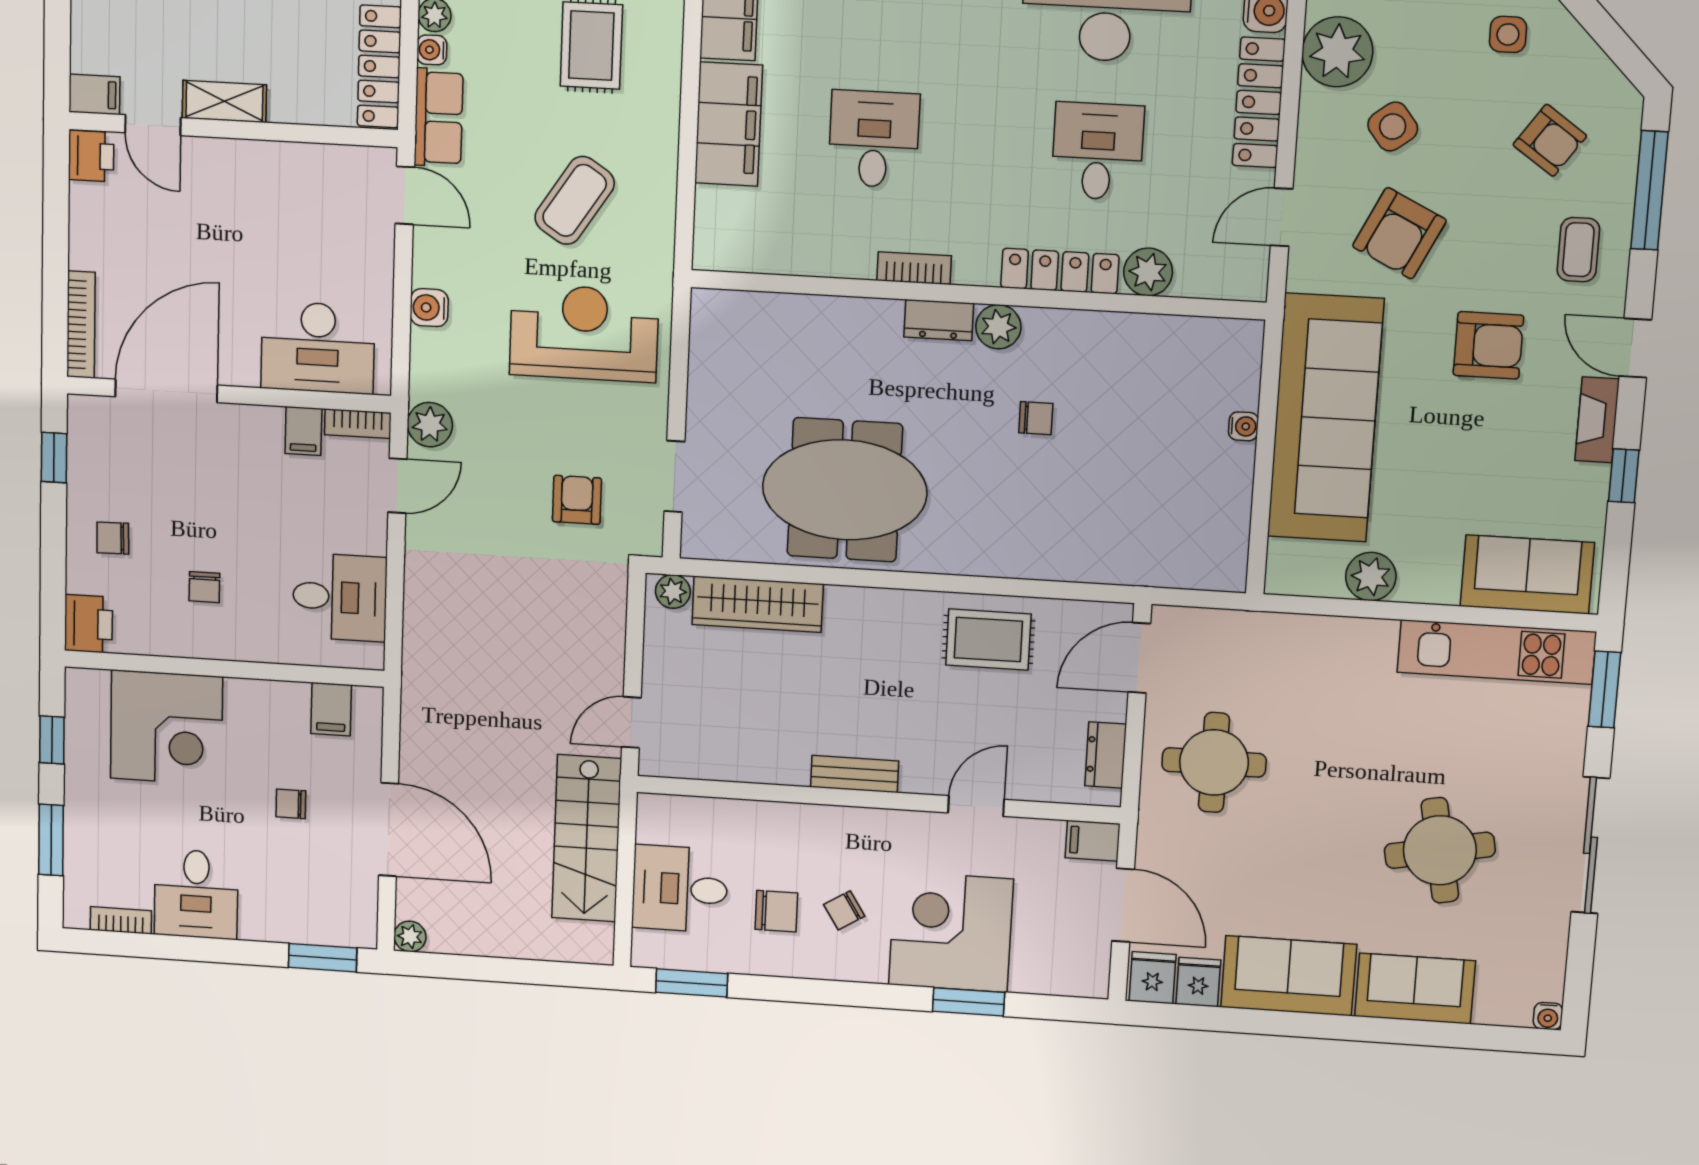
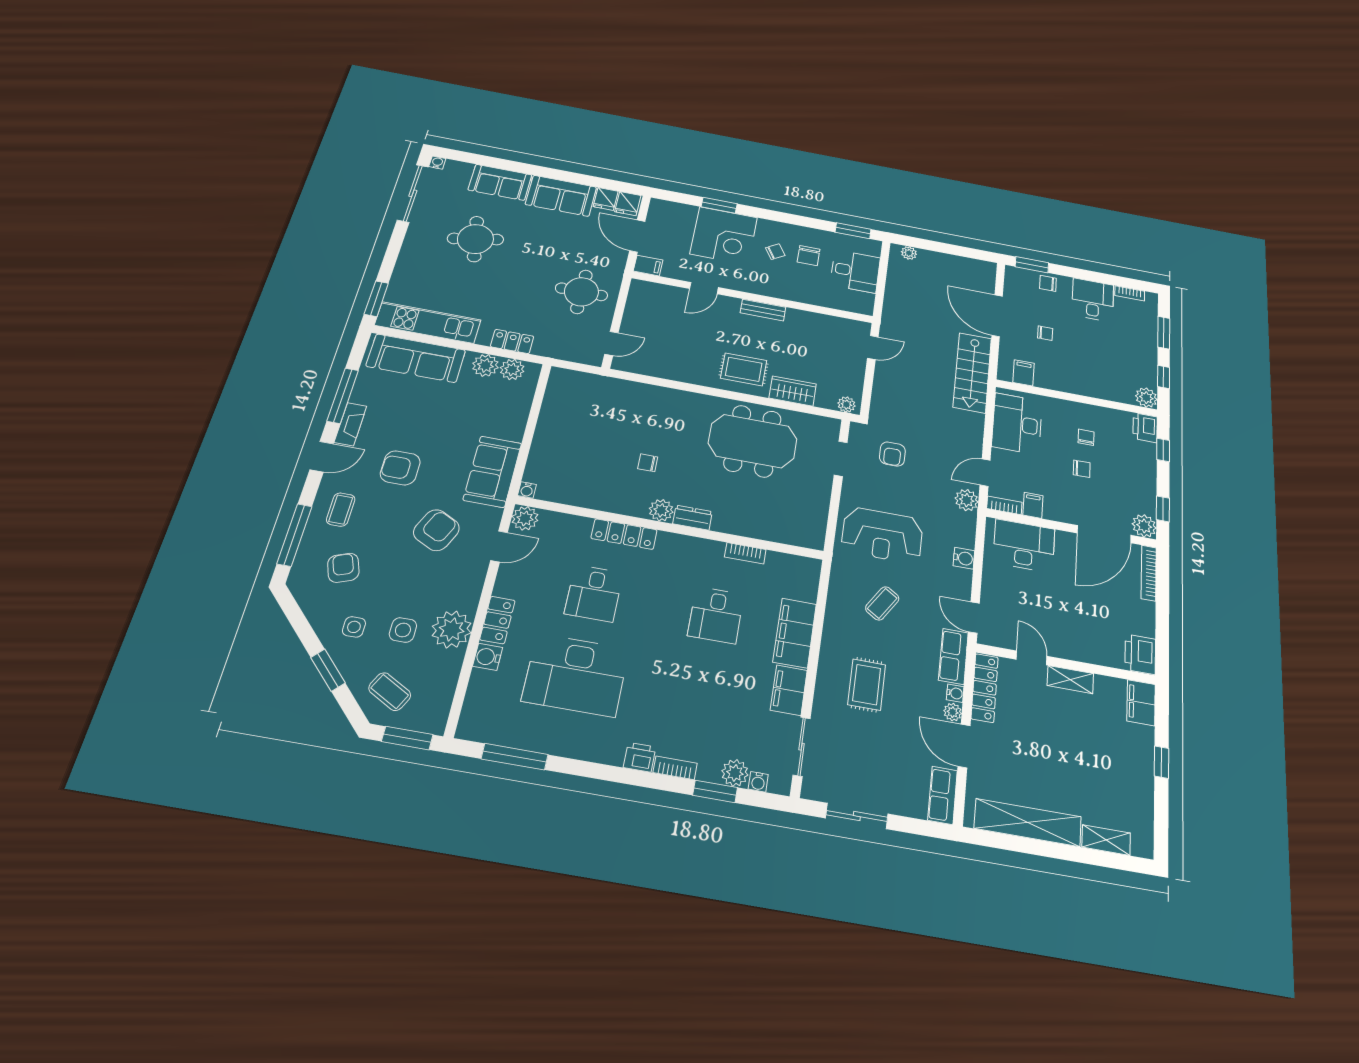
filing cabinet: (94, 94) -> (1141, 703), width x2.00
locker: (1259, 102) -> (497, 620), width x0.66
door: (153, 125) -> (1032, 658), moved
side table: (1393, 127) -> (403, 630), moved, turned 38
armchair: (1550, 140) -> (343, 568), turned 35
printer: (91, 156) -> (1140, 654), width x1.36, depth x1.24
coffee table: (575, 200) -> (882, 603), width x0.73, depth x0.77
bookcase: (914, 268) -> (745, 553), moved
plant: (1148, 272) -> (525, 518), moved
door: (1635, 348) -> (322, 457), hinge flipped
plant: (90, 418) -> (1144, 526), added
sofa: (1325, 418) -> (493, 472), width x0.54, depth x0.79
water cooler: (1243, 426) -> (527, 490), moved, turned -90
window: (1624, 476) -> (343, 396), width x2.17
chair: (113, 538) -> (1082, 469), moved
sofa: (1527, 574) -> (416, 358), width x1.36
plant: (1319, 575) -> (512, 369), added
window: (53, 581) -> (1163, 450), added
desk: (340, 597) -> (1017, 424), width x1.37
wardrobe: (758, 604) -> (793, 391), width x0.67
locker: (1329, 635) -> (512, 341), added
rug: (988, 640) -> (744, 369), moved
door: (1139, 658) -> (611, 343), width x0.73
plant: (86, 690) -> (1146, 398), added
corner desk: (166, 728) -> (1106, 375), removed
dresser: (1106, 755) -> (636, 302), removed
stairs: (587, 838) -> (972, 373), moved, turned 180
sliding door: (1590, 845) -> (413, 193), moved
chair: (776, 911) -> (809, 256), turned -90
chair: (288, 919) -> (1048, 283), added
plant: (410, 936) -> (909, 253), moved

